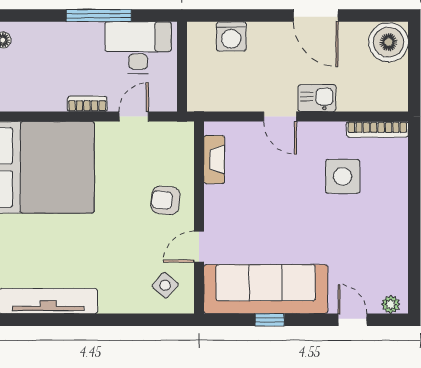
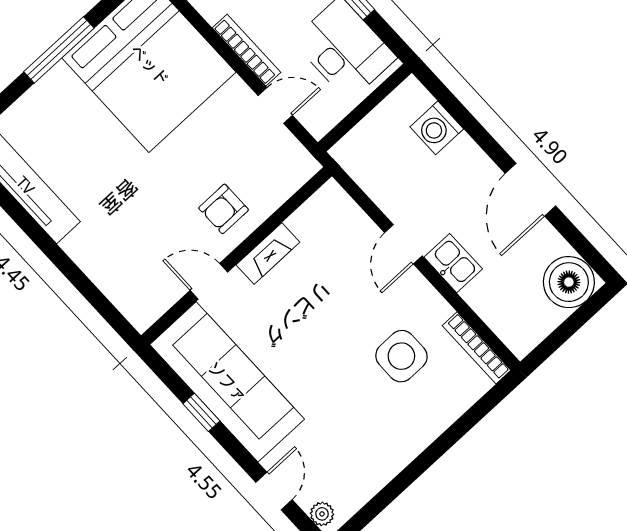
bookcase: (87, 104) -> (247, 50), width x1.56
fireplace: (214, 160) -> (268, 253), moved
armchair: (165, 200) -> (224, 209), turned -96
side table: (165, 285) -> (143, 283), removed

